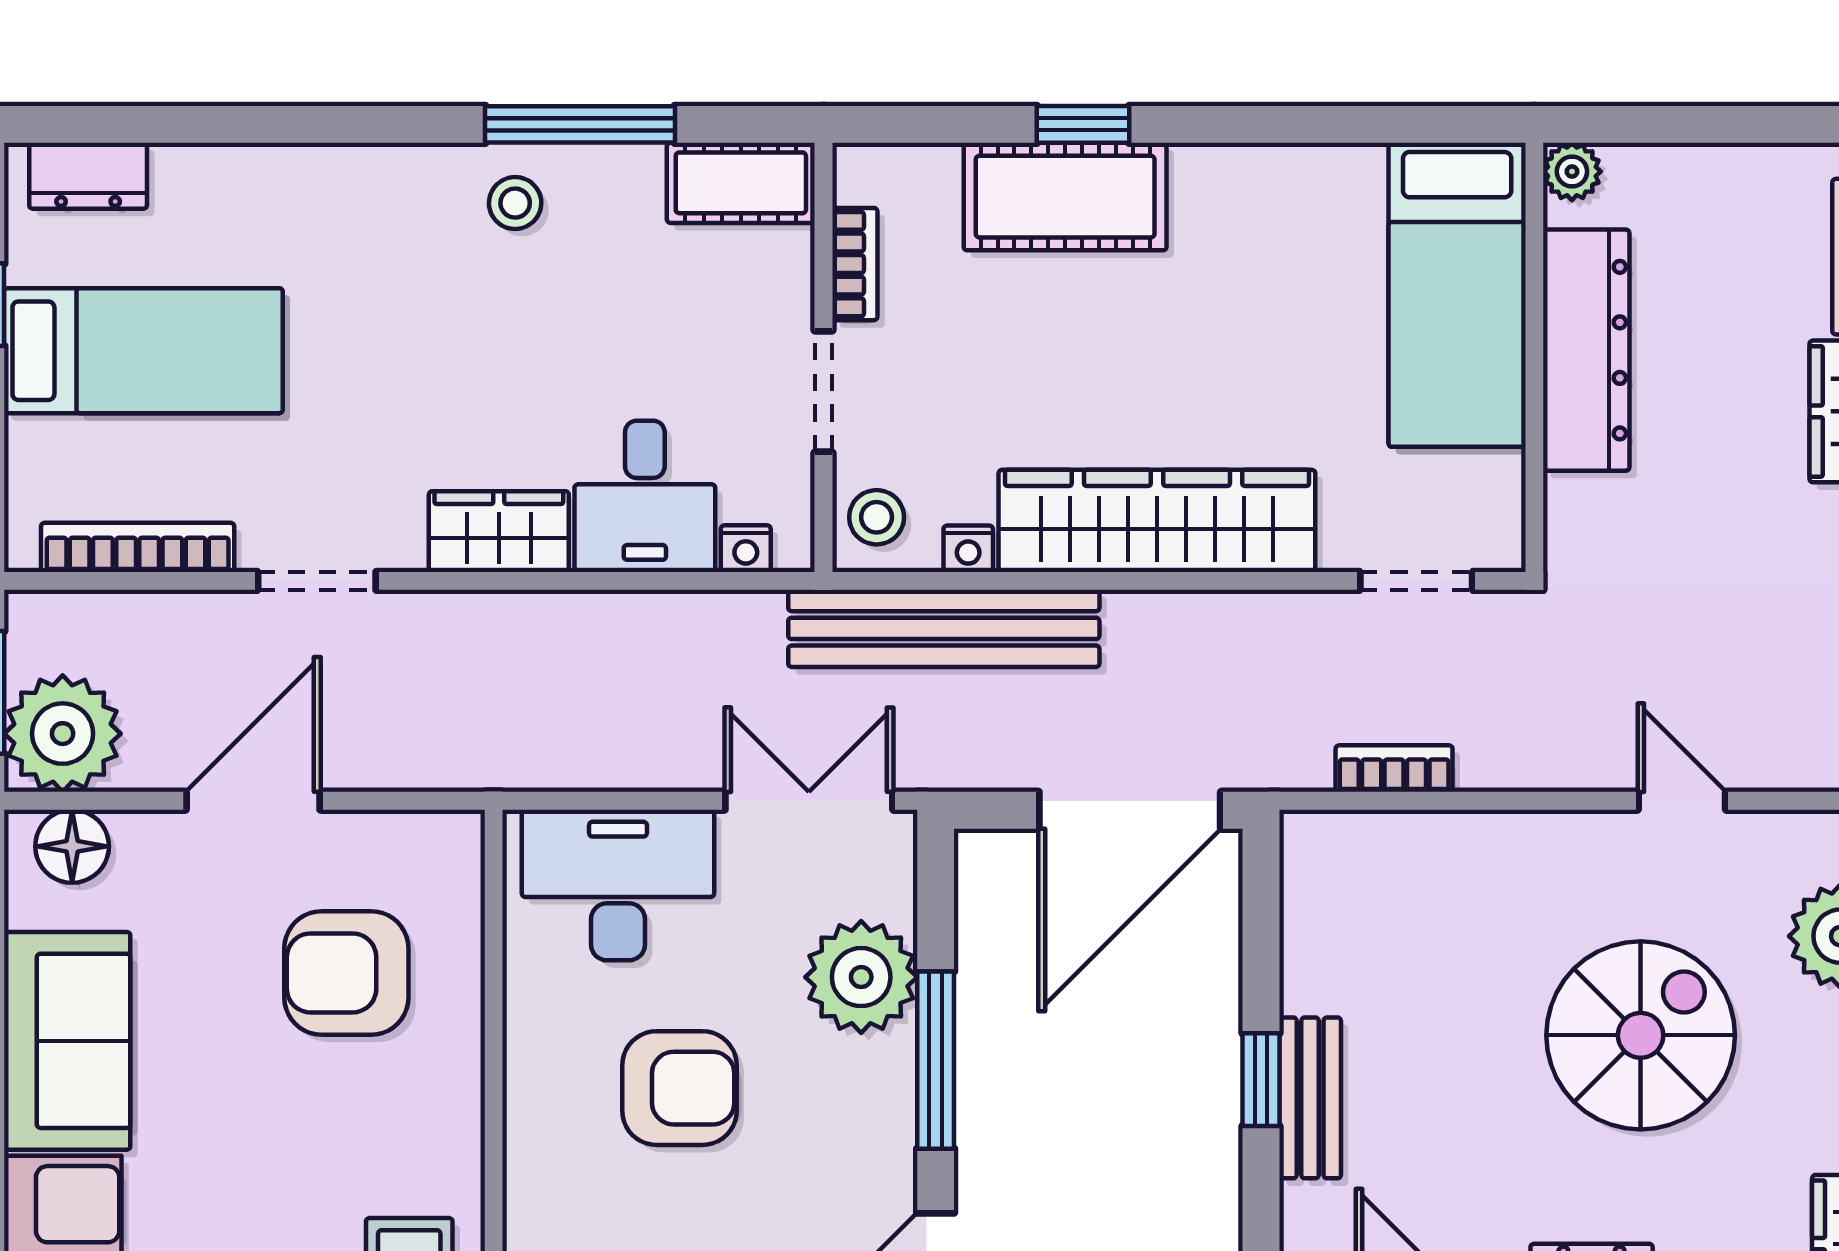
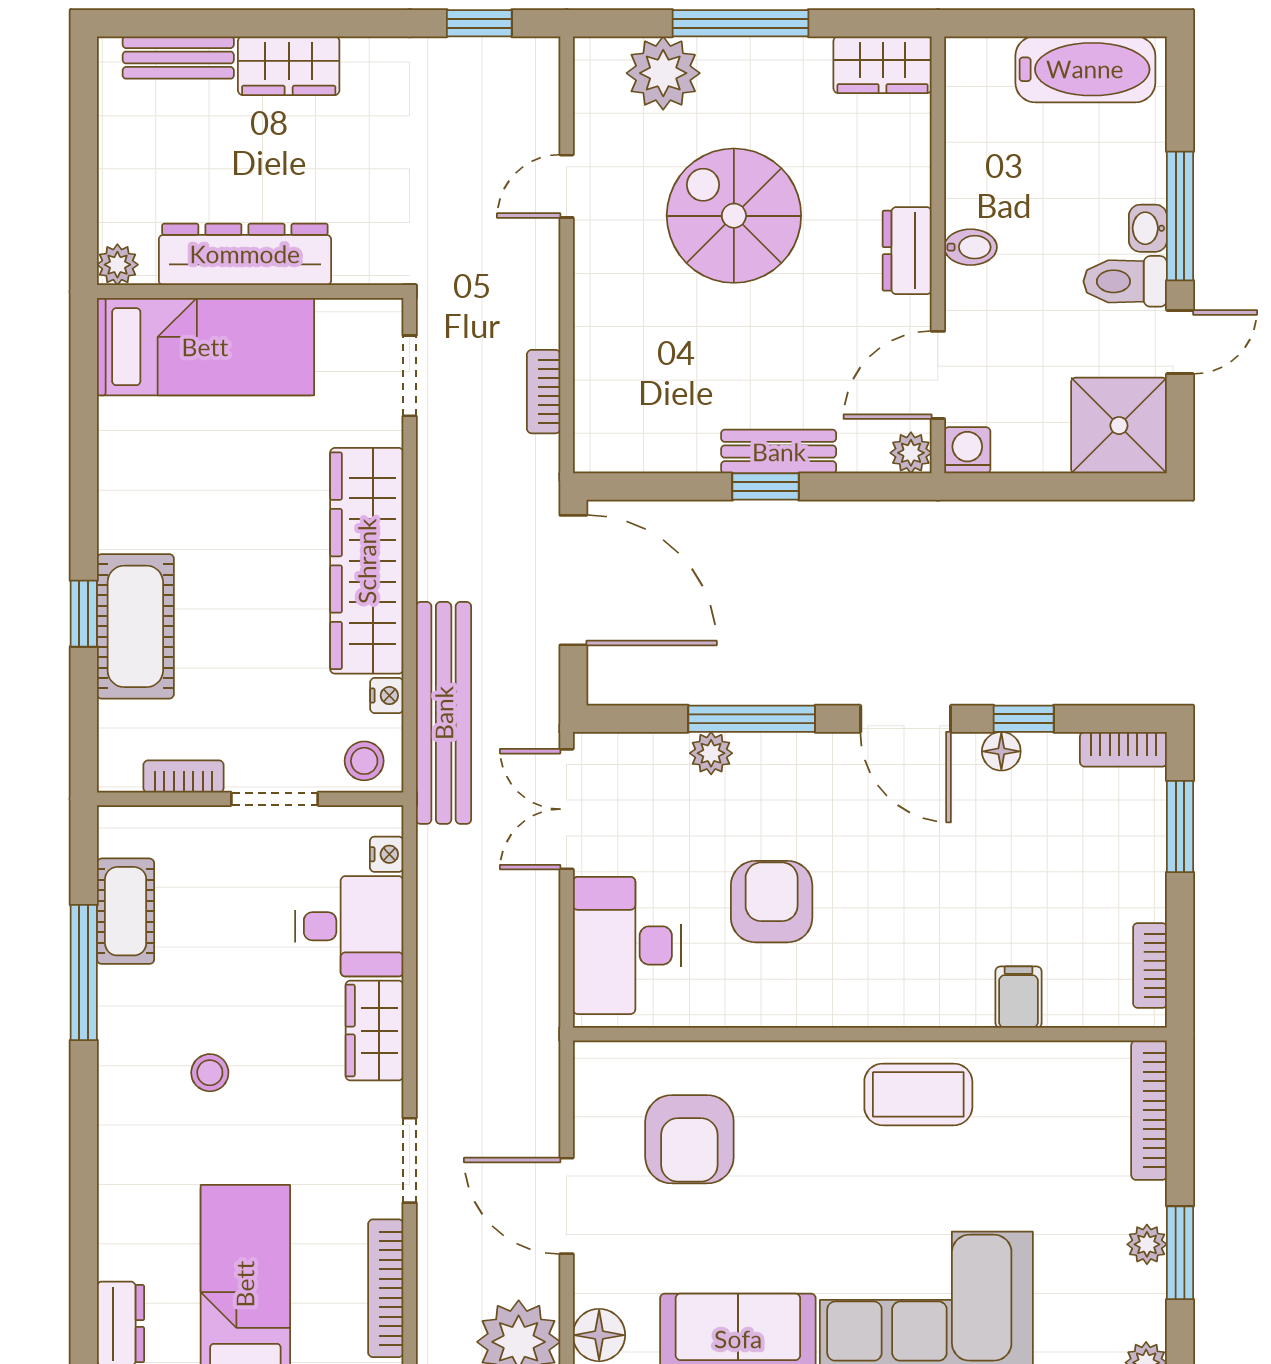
cot: (741, 183) -> (126, 911), moved
stool: (515, 203) -> (210, 1073), moved
plant: (861, 977) -> (711, 753), width x0.53, depth x0.53

